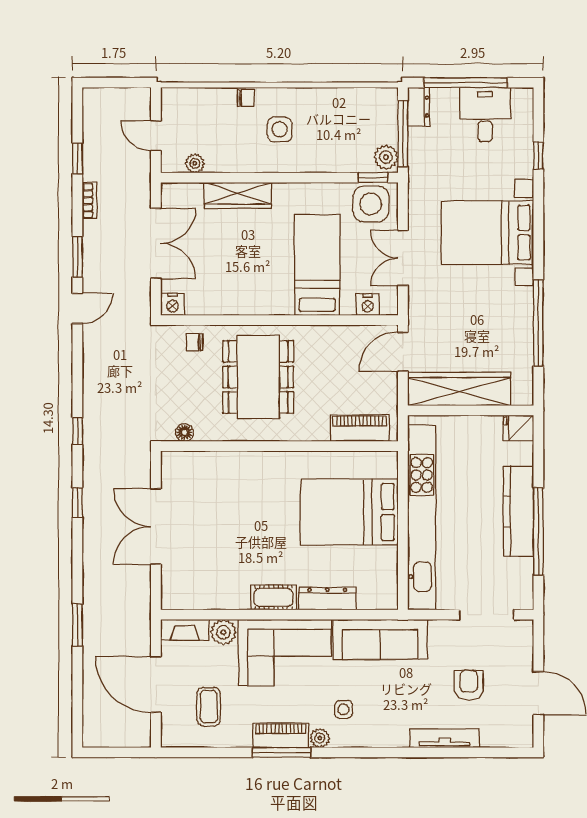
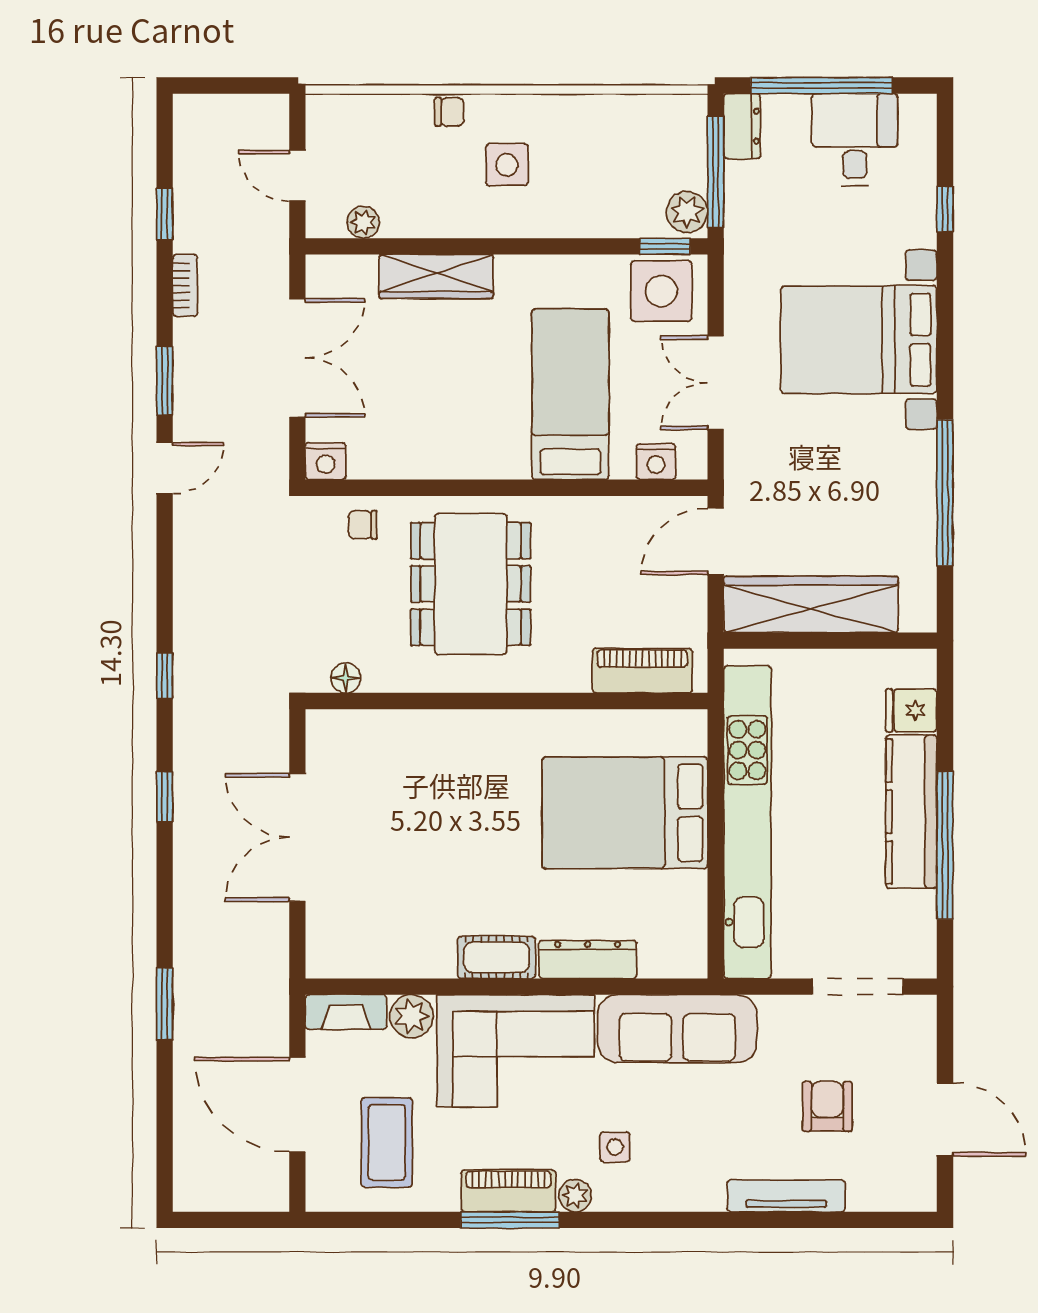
fridge: (518, 428) -> (911, 710), moved
coffee table: (209, 707) -> (387, 1142), width x1.36, depth x1.30

